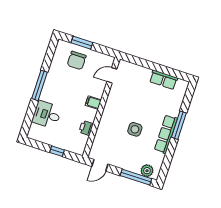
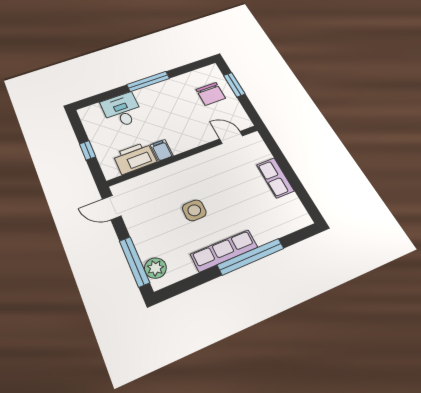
chair: (77, 60) -> (211, 94), turned -90
row of seats: (163, 80) -> (275, 178), moved
filing cabinet: (93, 103) -> (162, 150), moved
window: (179, 125) -> (251, 257), width x1.46
printer: (86, 128) -> (135, 158), width x1.87, depth x1.48

